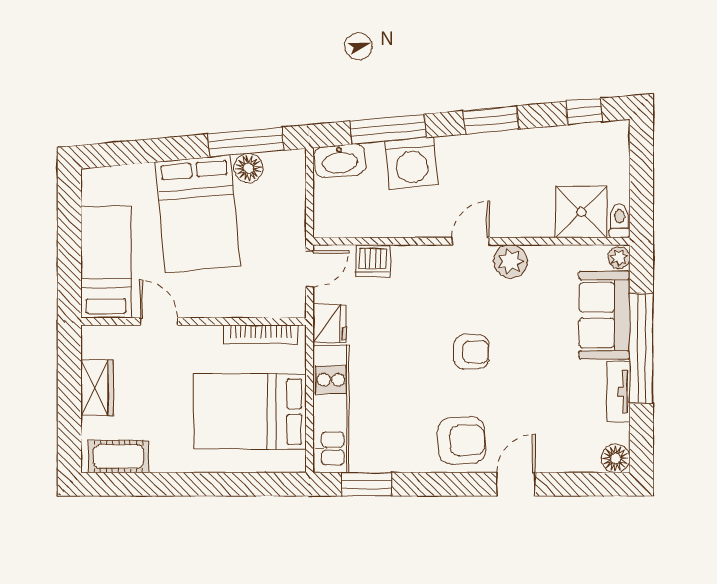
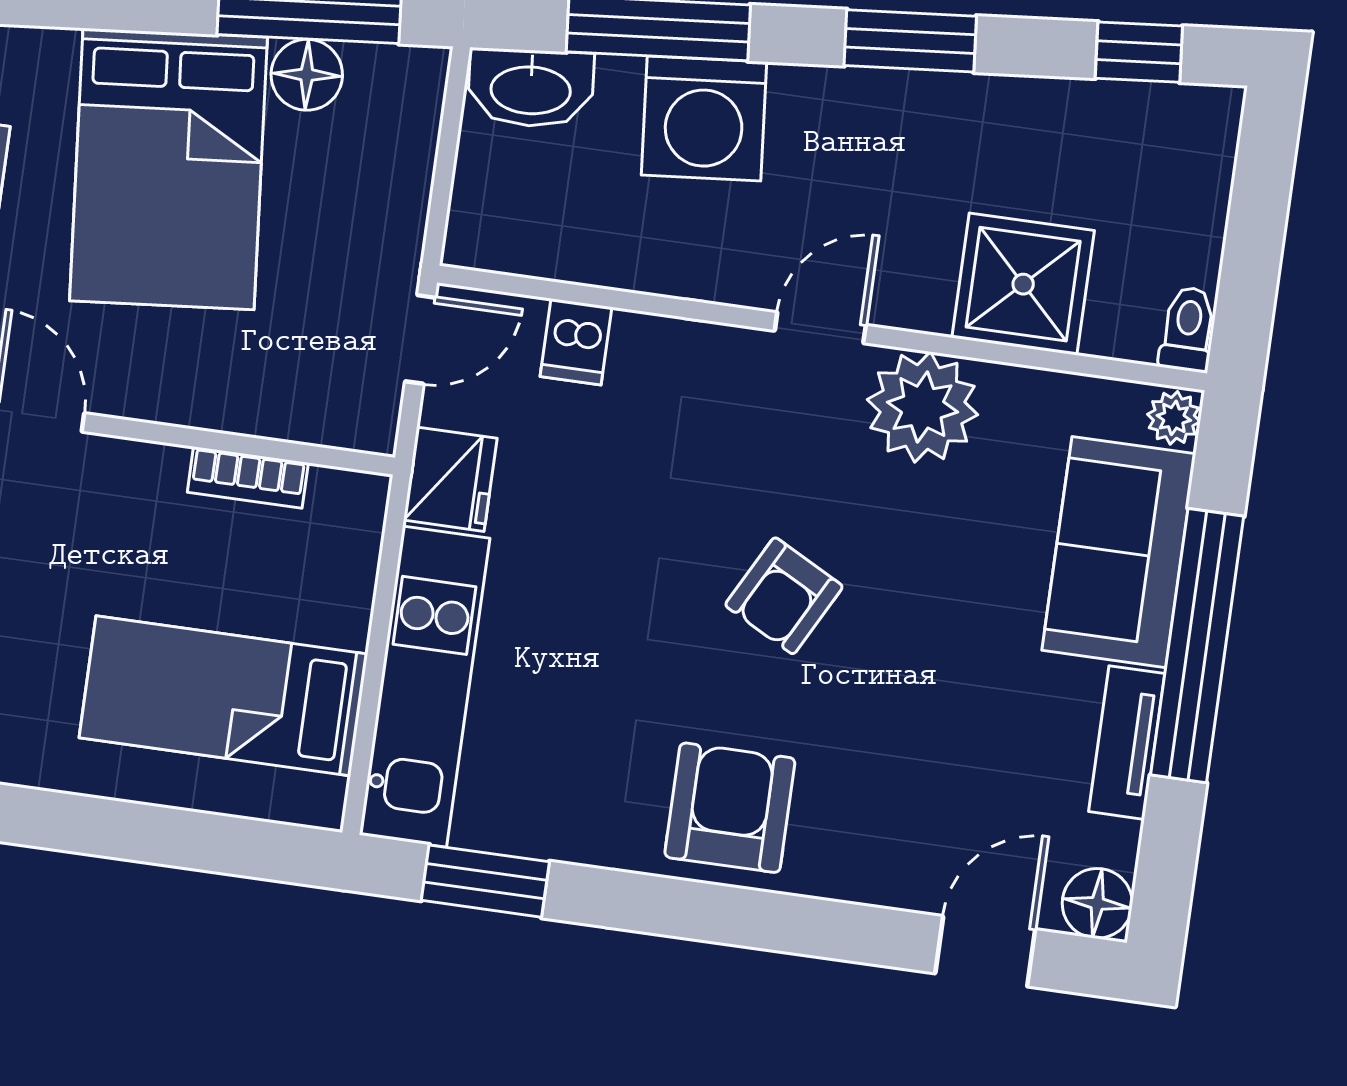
shower: (581, 212) -> (1023, 284), moved
dishwasher: (373, 261) -> (576, 342), width x0.73
plant: (511, 261) -> (922, 407), width x1.36, depth x1.36
bookcase: (261, 334) -> (248, 477), width x0.64
armchair: (471, 352) -> (784, 596), turned 118
bed: (250, 412) -> (223, 696), width x0.67
armchair: (461, 441) -> (730, 808), turned -87
door: (516, 484) -> (985, 951), moved

